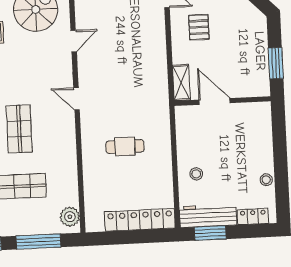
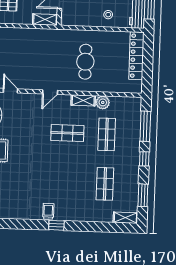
cafe table: (125, 146) -> (85, 62), width x1.37, depth x1.35
shelving: (69, 148) -> (83, 100), added
plant: (70, 217) -> (103, 102), moved

